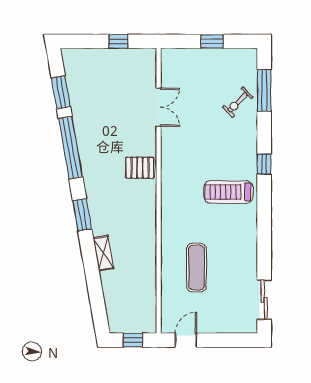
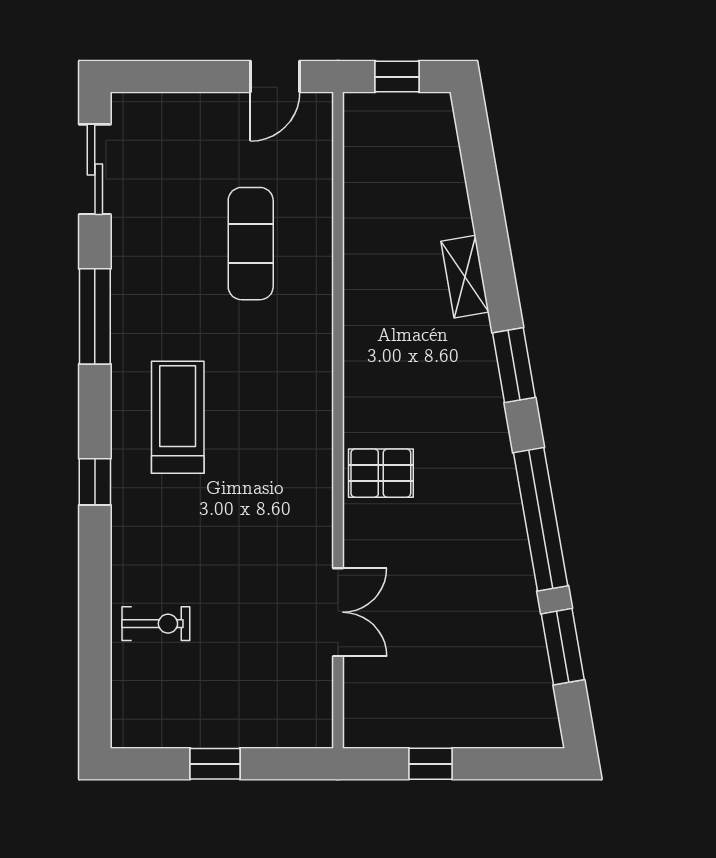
window: (264, 90) -> (95, 316), moved
exercise bike: (238, 102) -> (156, 624), turned 45
double door: (159, 107) -> (338, 612), swing flipped
treadmill: (228, 192) -> (178, 417), turned -90

